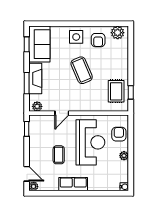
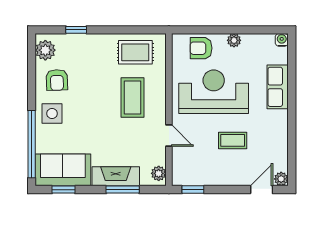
window: (56, 24) -> (32, 144), added
armchair: (98, 40) -> (57, 80), turned 88
coffee table: (82, 70) -> (132, 97), moved, turned -67
window: (131, 92) -> (76, 30), moved
row of seats: (73, 184) -> (278, 87), moved

